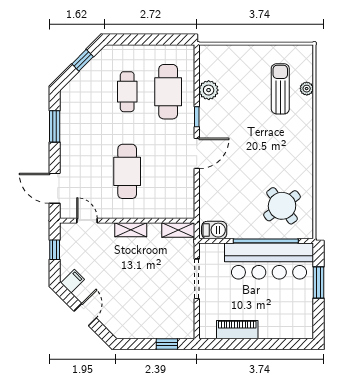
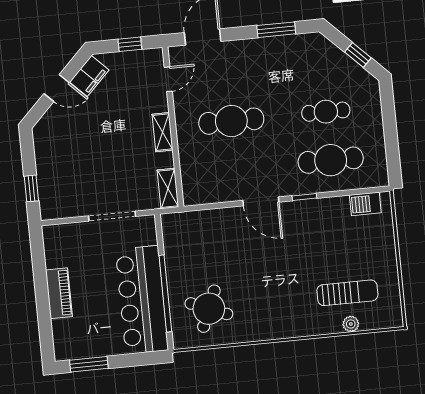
plant: (209, 90) -> (337, 208), removed
round table: (282, 206) -> (209, 309), turned -31
barbecue: (214, 230) -> (365, 204), moved, turned 90
filing cabinet: (73, 281) -> (89, 76), width x2.00
window: (318, 282) -> (89, 364), moved
piano: (237, 330) -> (59, 293), moved

